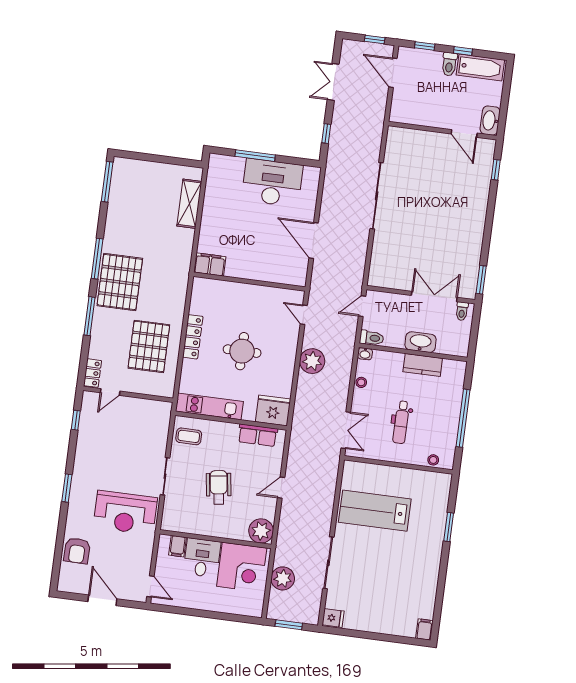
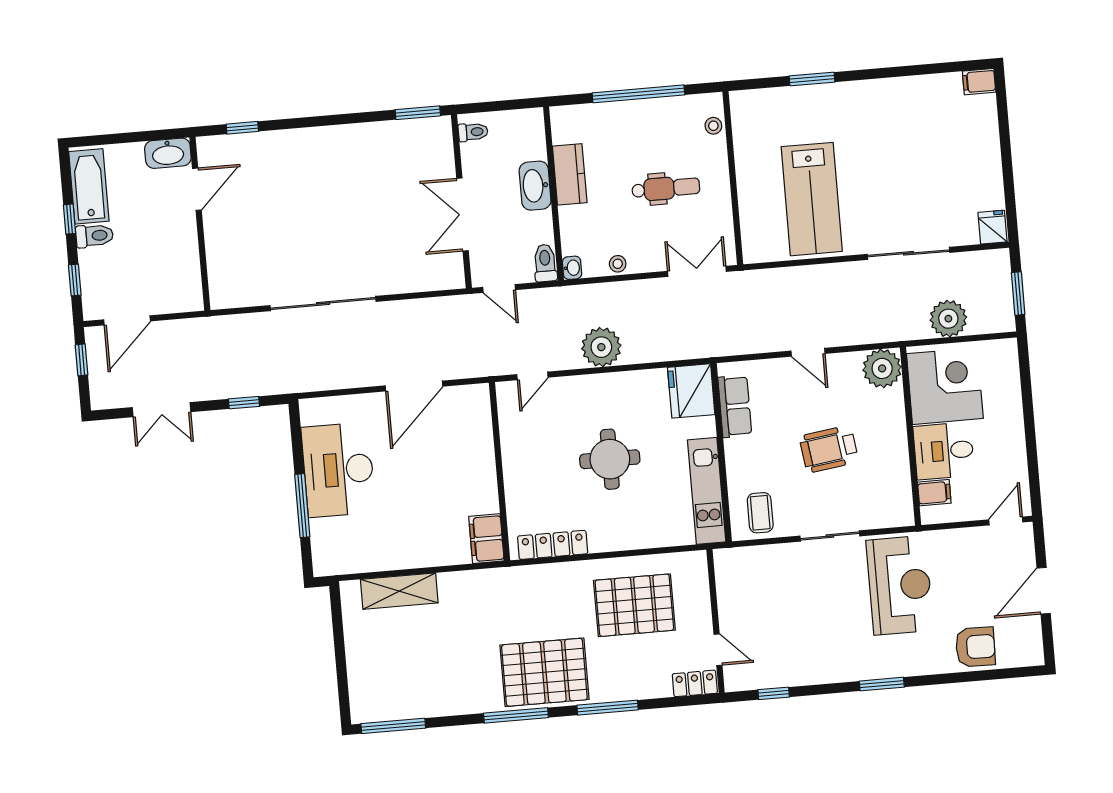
double door: (434, 296) -> (462, 214), moved
locker: (193, 337) -> (553, 545), moved

